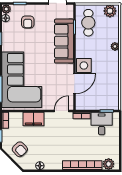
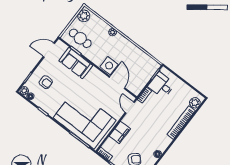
sofa: (64, 41) -> (76, 63), width x0.73

